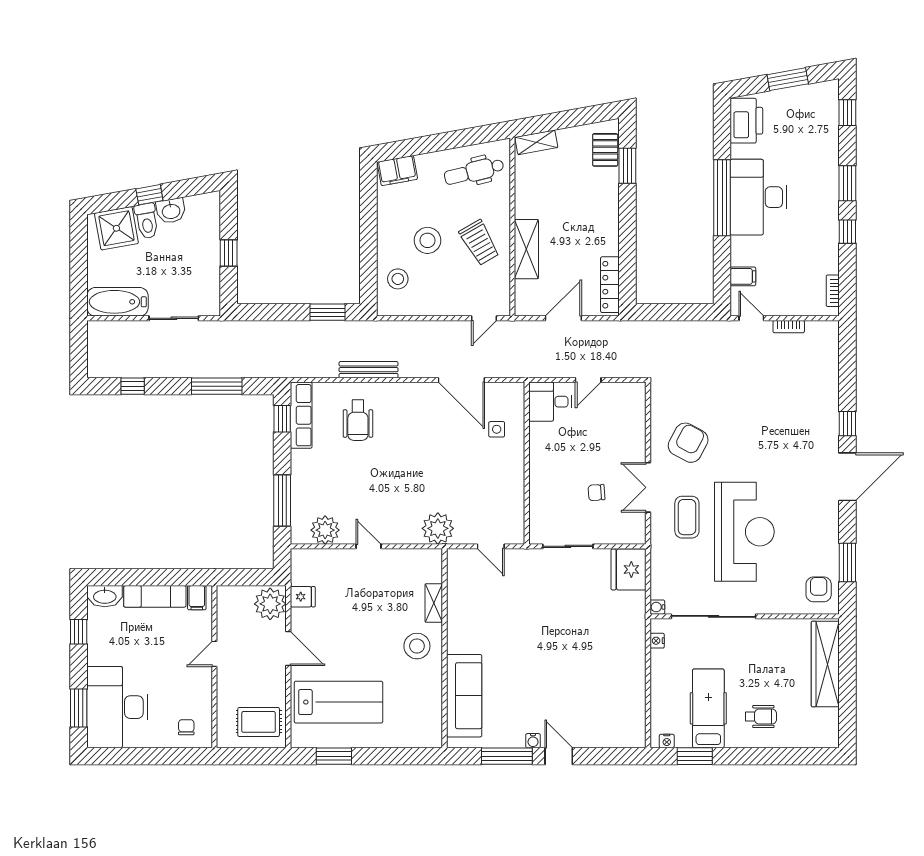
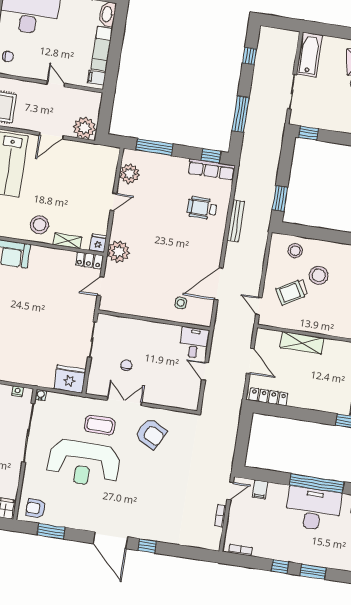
trolley: (479, 243) -> (292, 292), moved
window: (229, 253) -> (308, 133), moved
locker: (457, 568) -> (89, 260), added
armchair: (819, 589) -> (36, 508), turned 180
fridge: (303, 597) -> (98, 243), moved, turned 180

